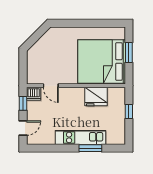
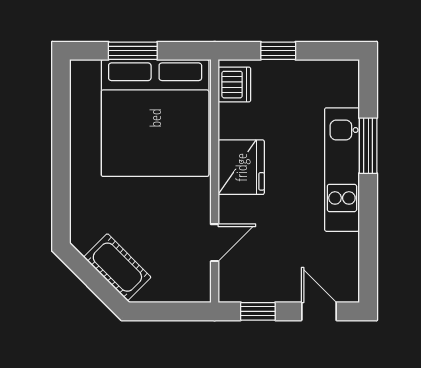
cot: (41, 46) -> (117, 267), added
dishwasher: (34, 94) -> (234, 85), moved
fridge: (96, 96) -> (241, 167), moved

